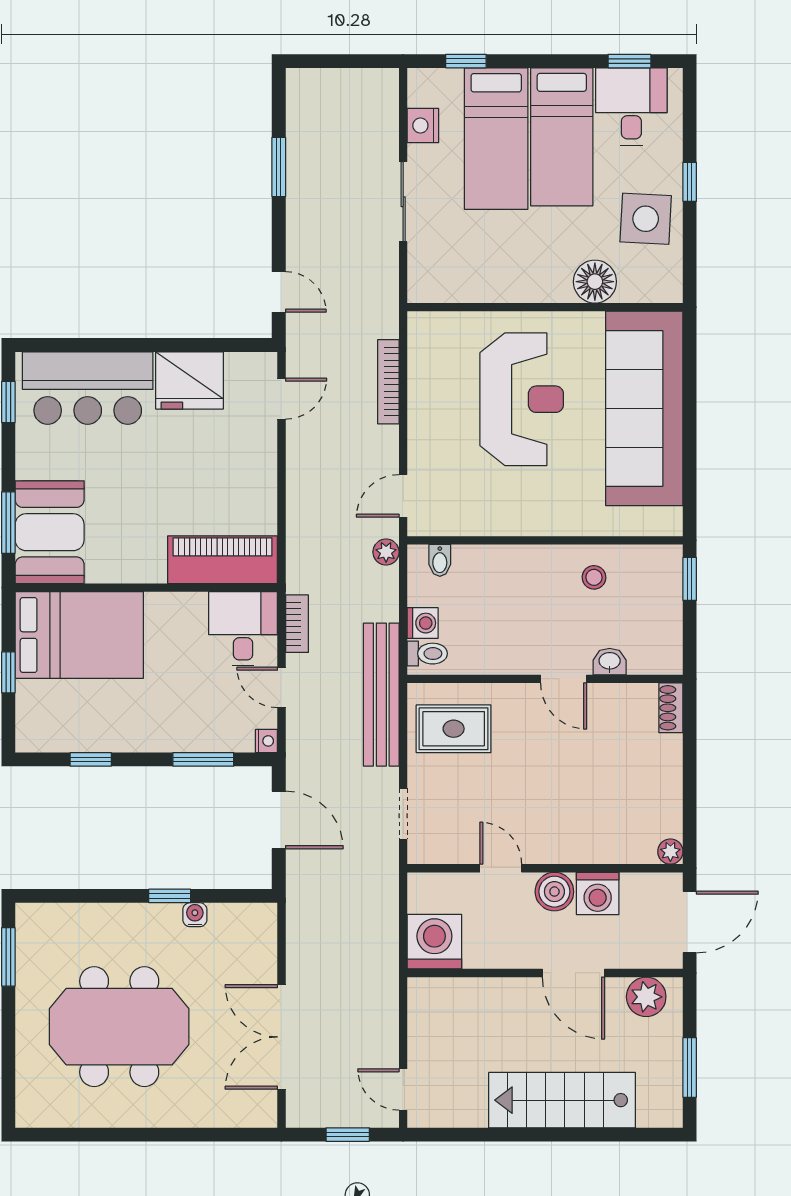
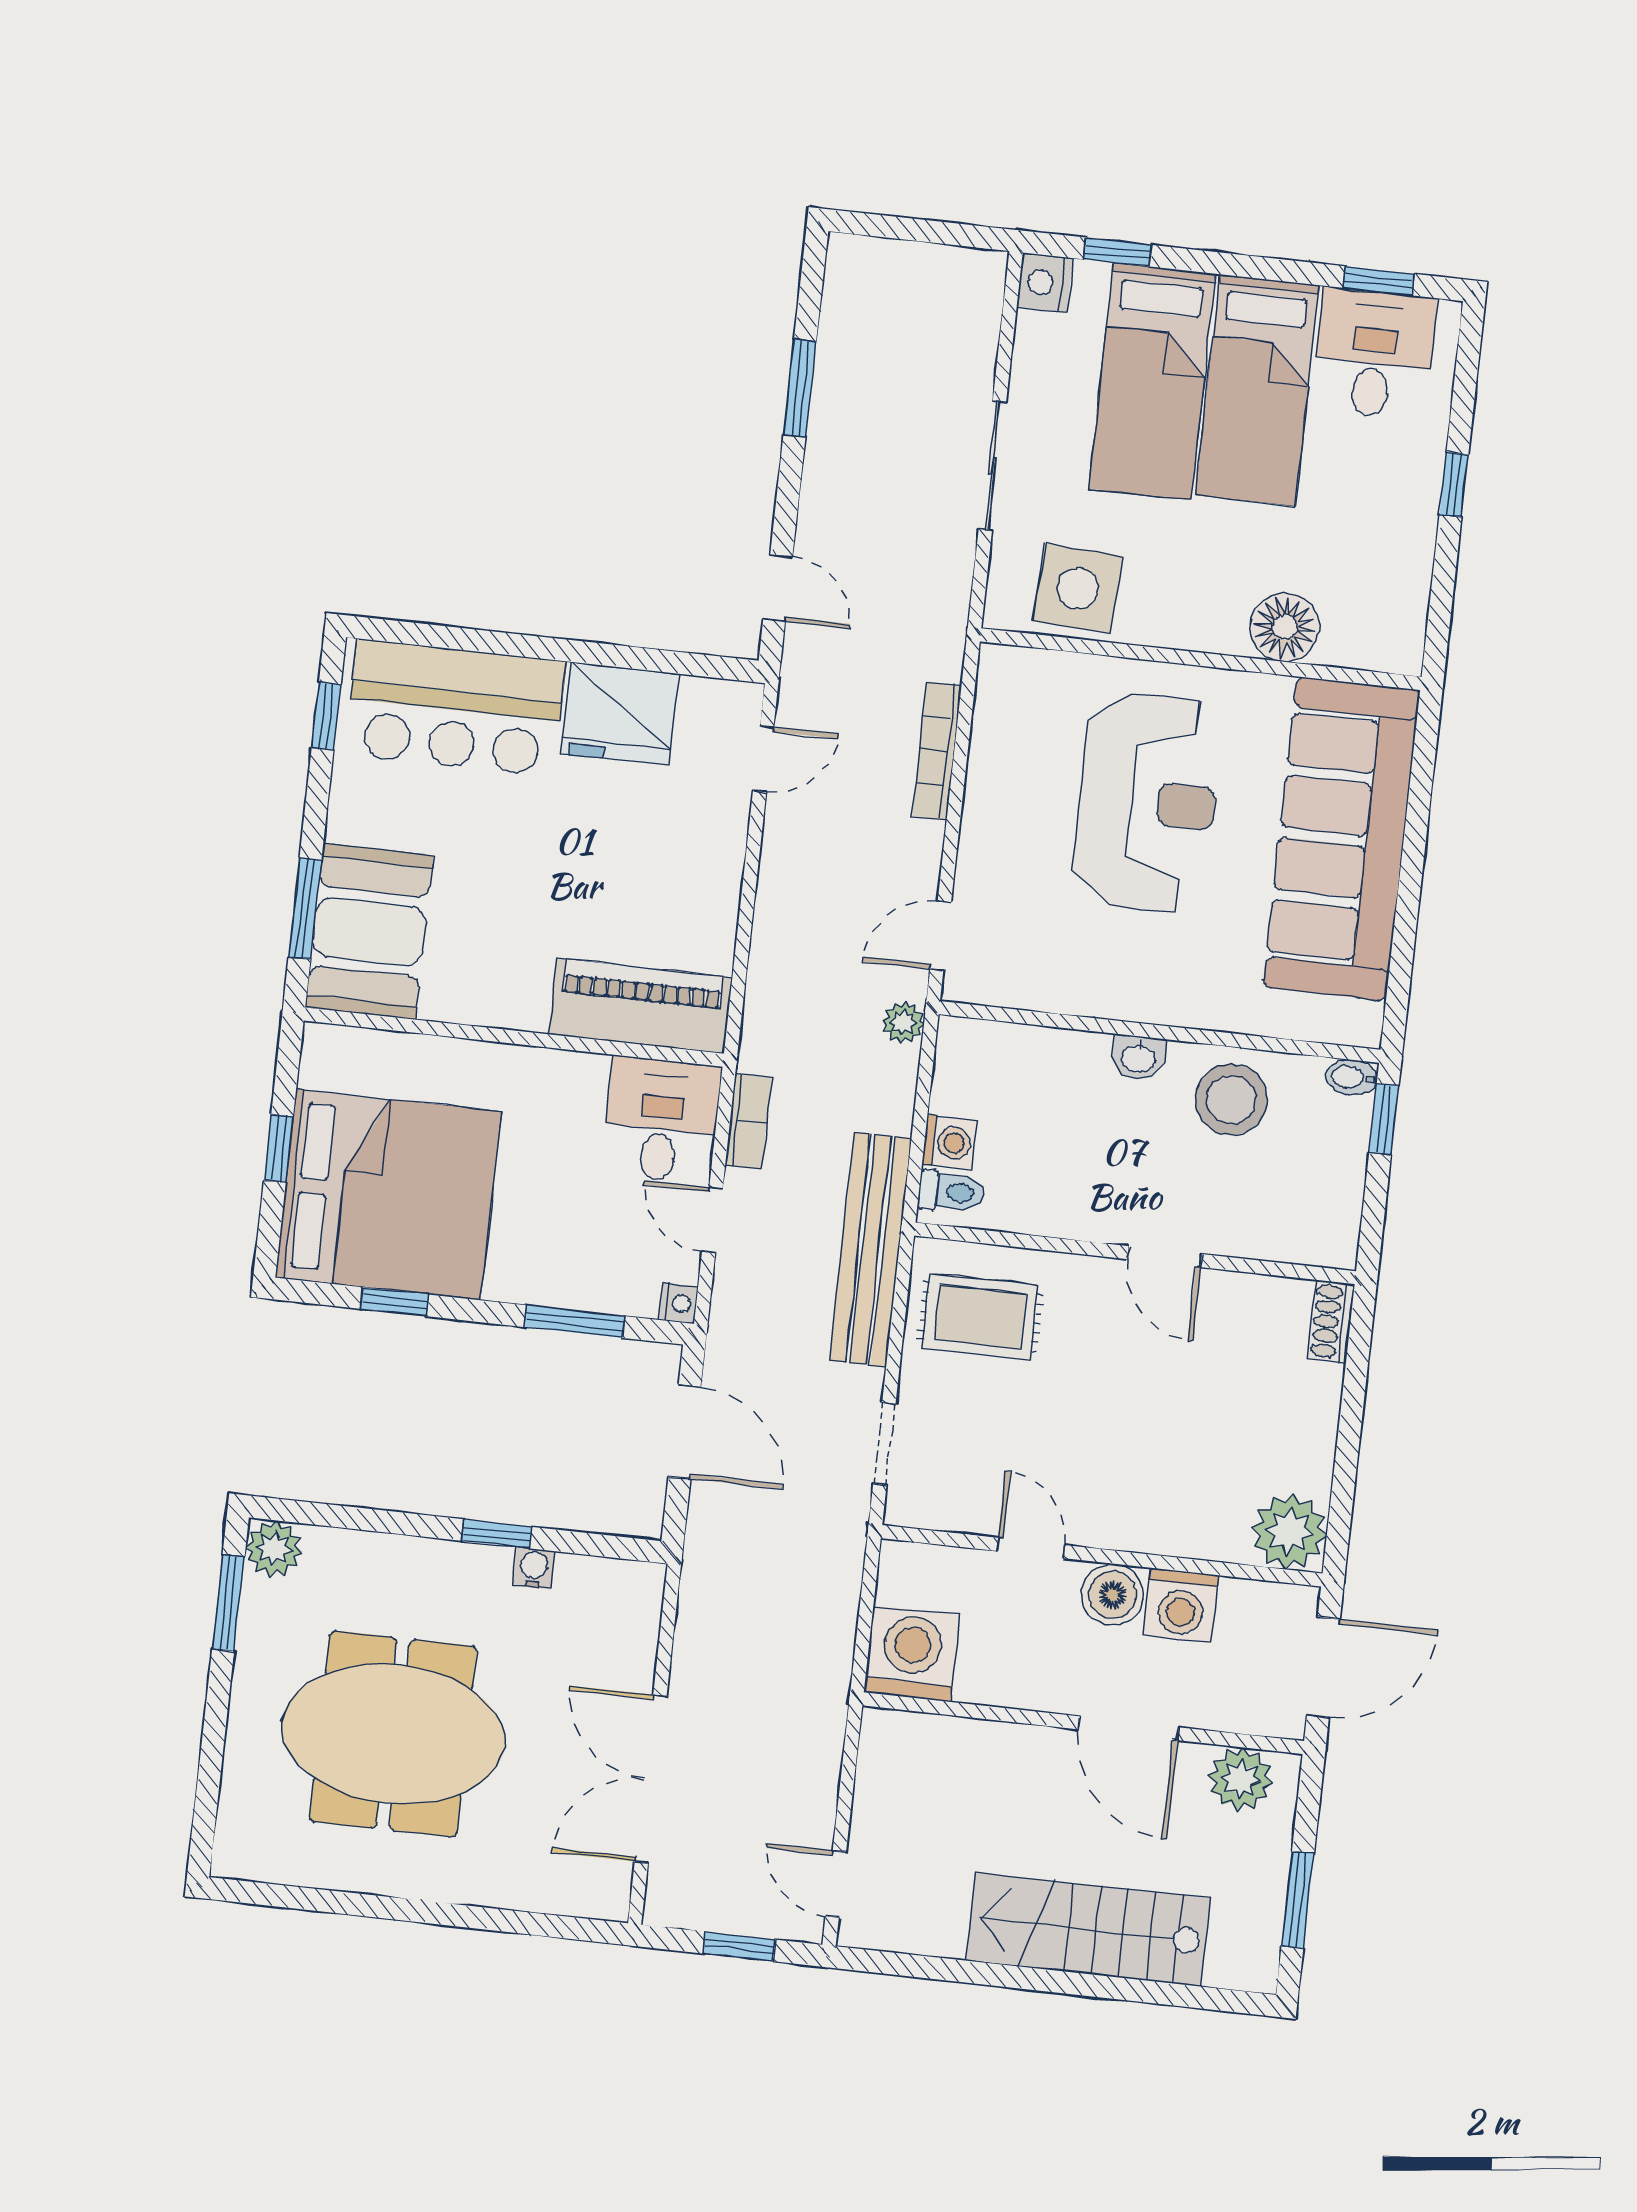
nightstand: (423, 126) -> (1045, 283), moved
side table: (646, 219) -> (1078, 589), moved
bidet: (440, 560) -> (1352, 1077), moved, turned 90
stool: (594, 577) -> (1231, 1100), width x1.89, depth x1.89
bed: (79, 635) -> (388, 1195), moved, width x1.36
washbasin: (610, 662) -> (1139, 1058), moved, turned 180
plant: (670, 852) -> (1289, 1532), width x1.87, depth x1.87
plant: (33, 920) -> (274, 1549), added

